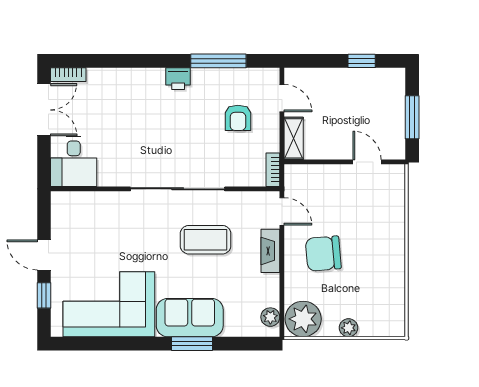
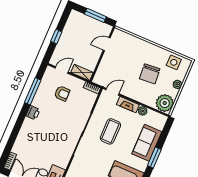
window: (362, 61) -> (56, 37), moved
chair: (323, 254) -> (150, 74), moved
side table: (387, 303) -> (174, 62), added
plant: (270, 317) -> (143, 111), moved
sofa: (190, 318) -> (147, 143), moved

